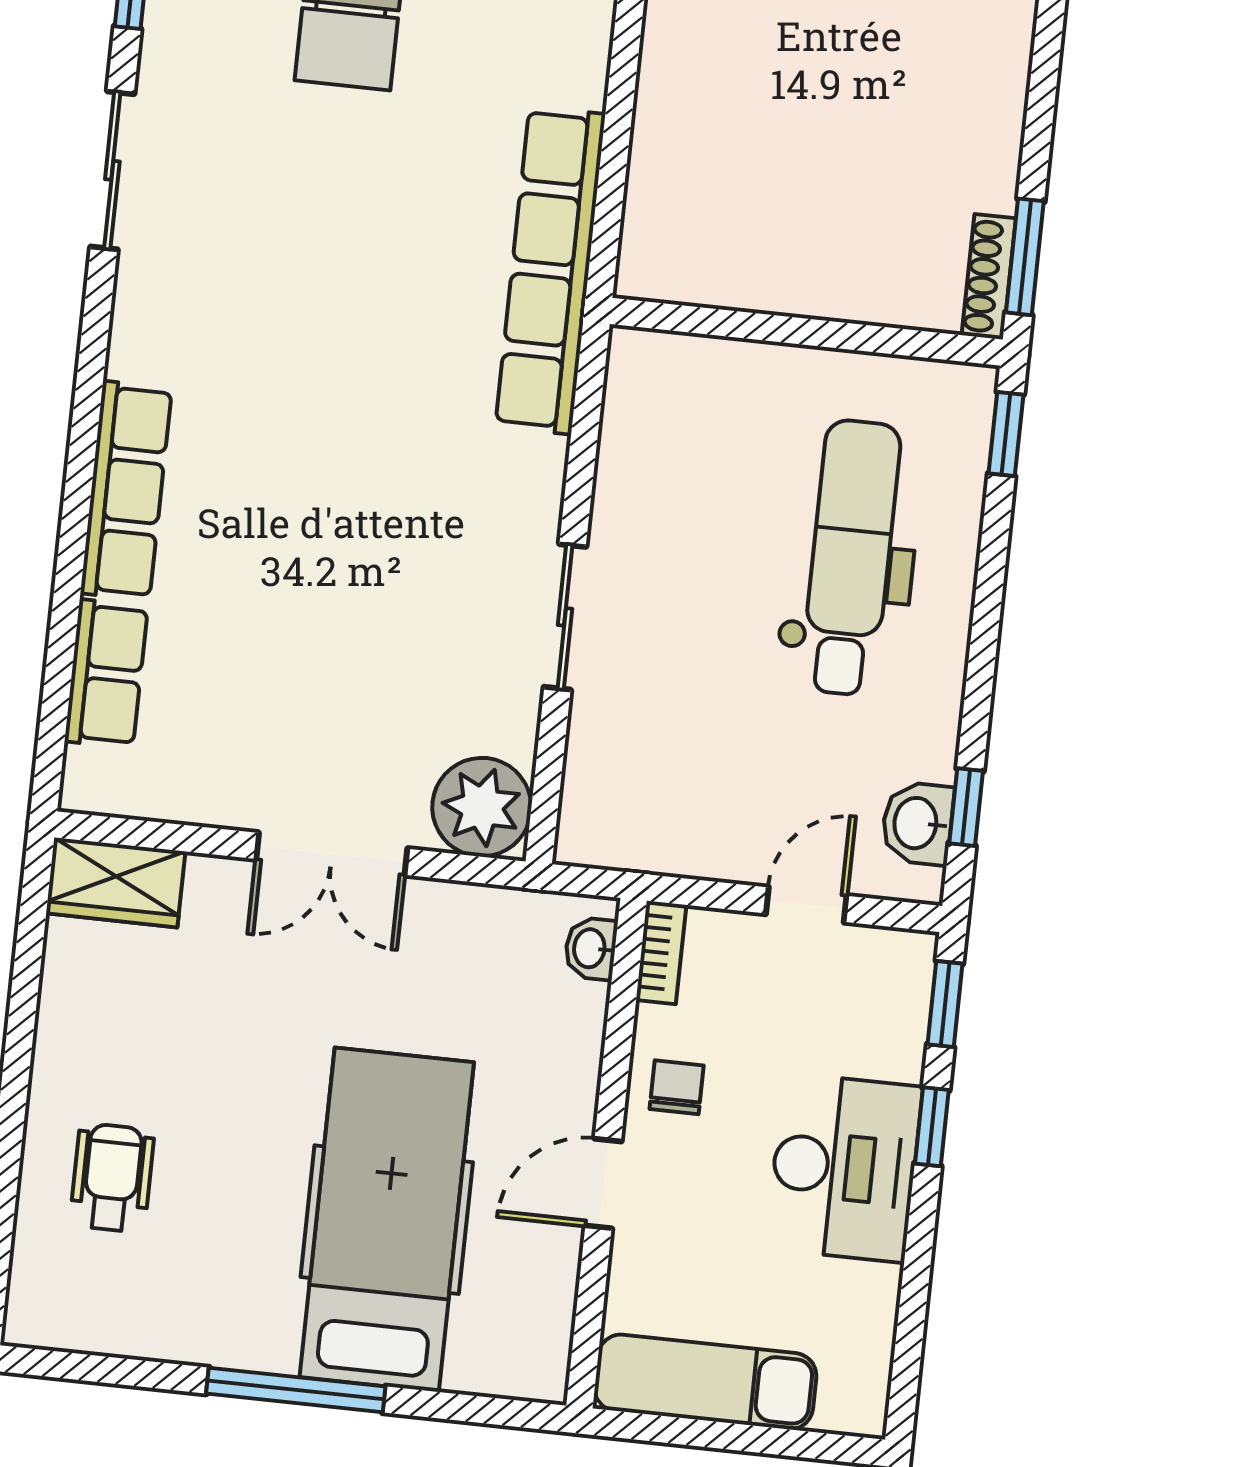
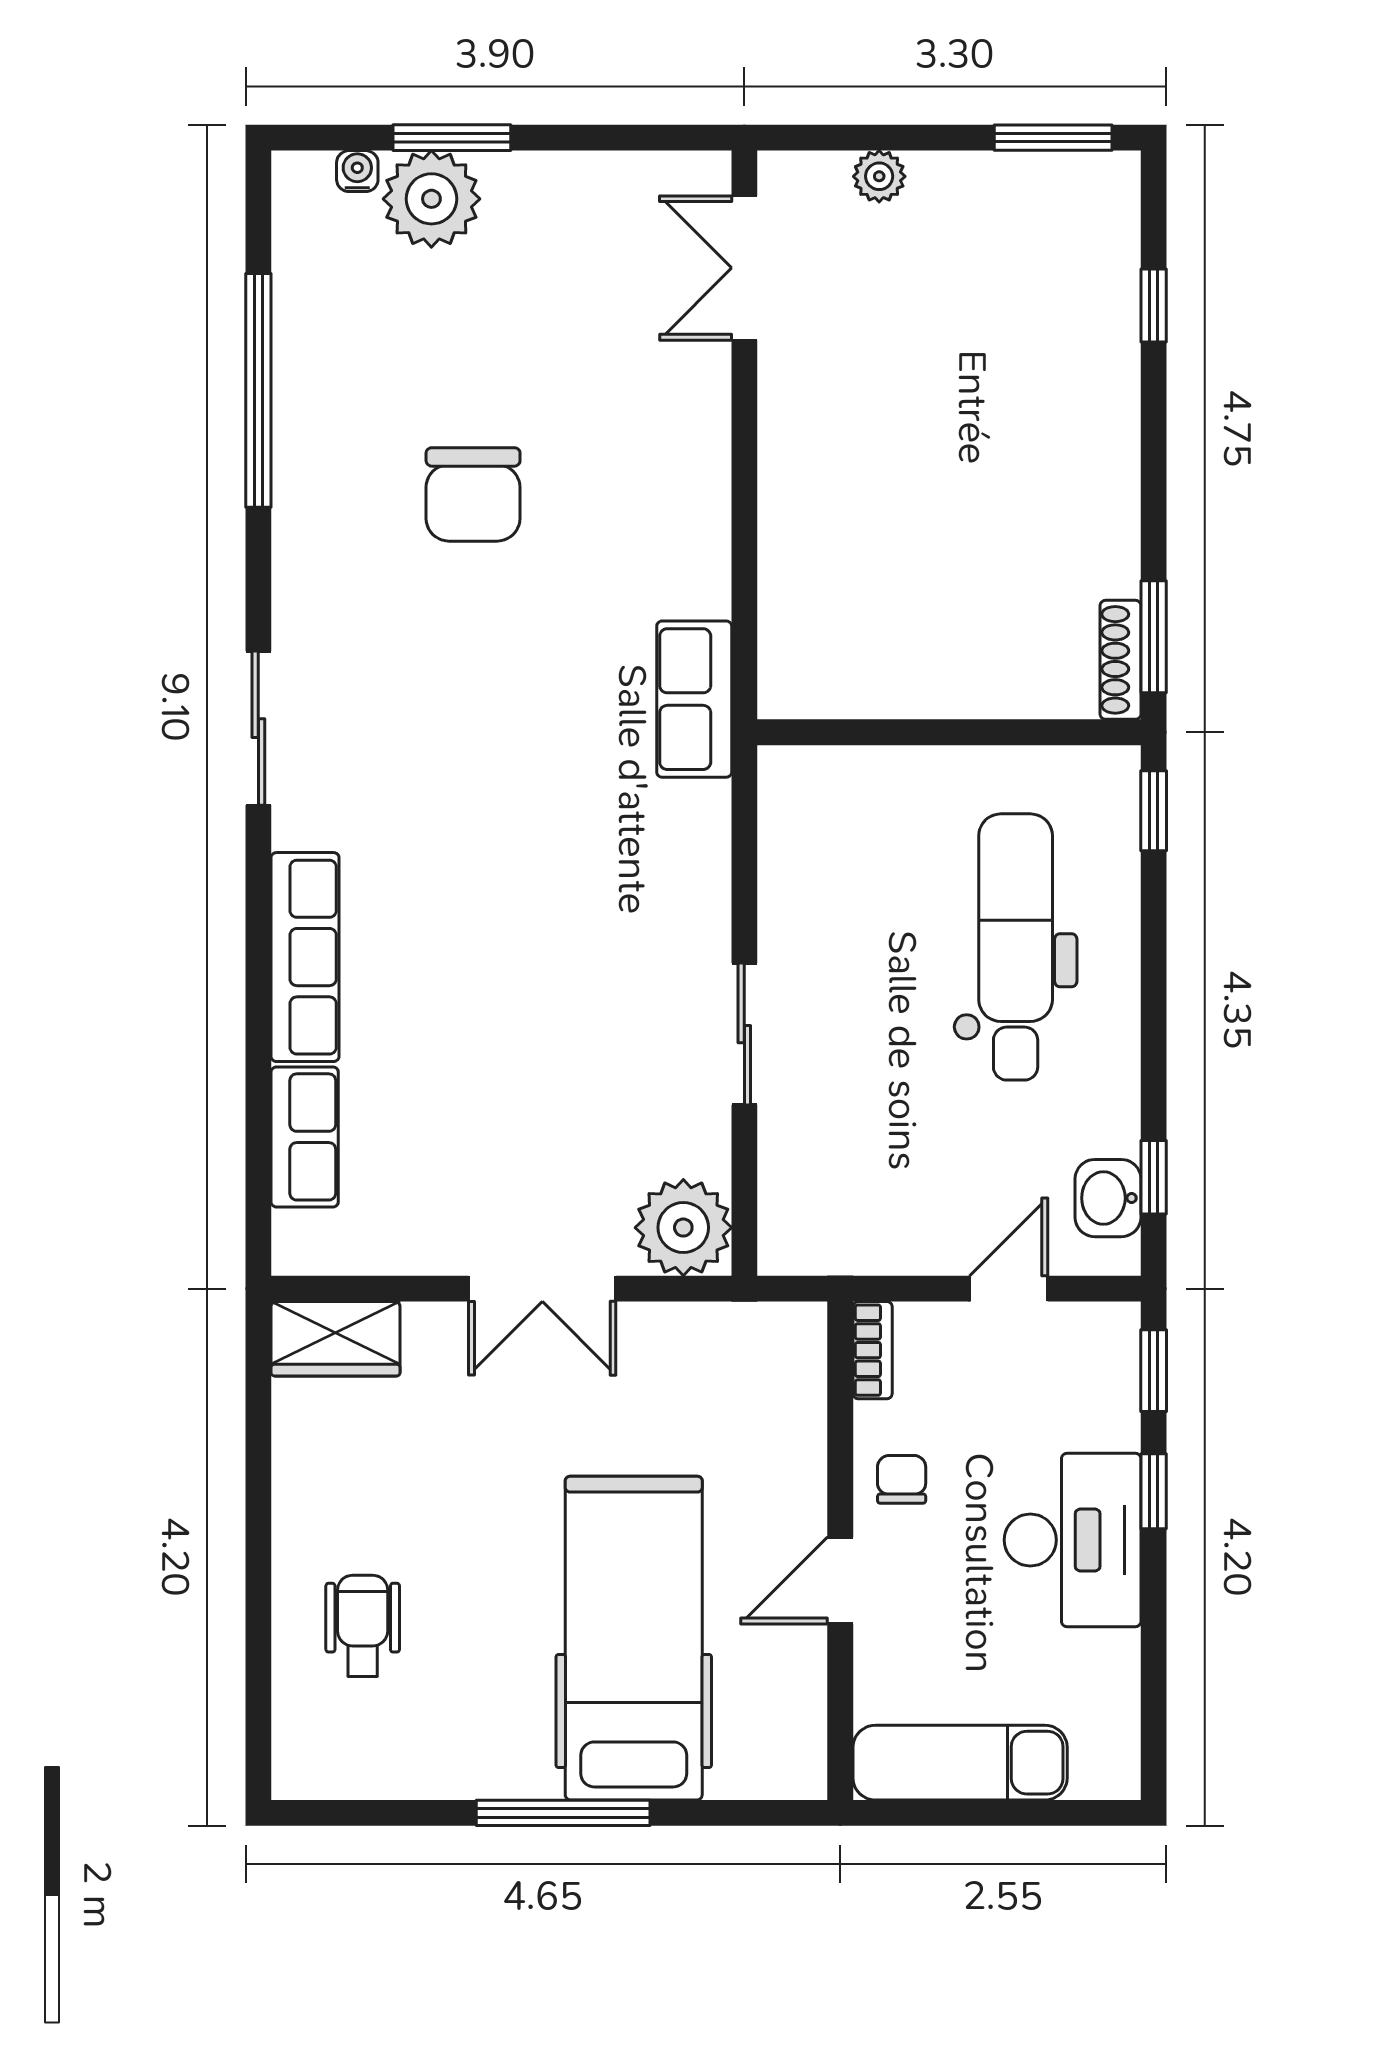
sliding door: (112, 170) -> (258, 728), moved
row of seats: (550, 270) -> (694, 699), width x0.50
washbasin: (591, 948) -> (804, 1354), removed

